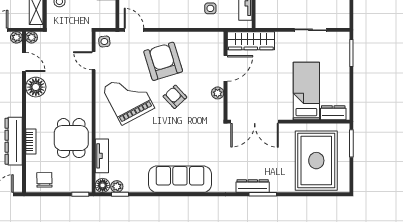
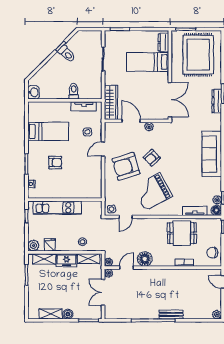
door: (134, 30) -> (103, 149), moved
dresser: (14, 141) -> (184, 275), removed
rug: (316, 161) -> (198, 55), turned 90

